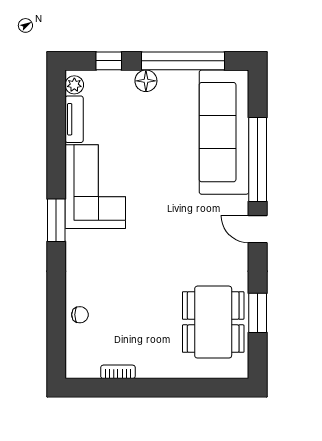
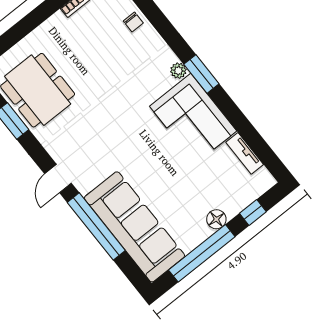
plant: (74, 85) -> (178, 71), moved
door: (258, 229) -> (58, 179), swing flipped
chair: (80, 315) -> (133, 22), turned -90

